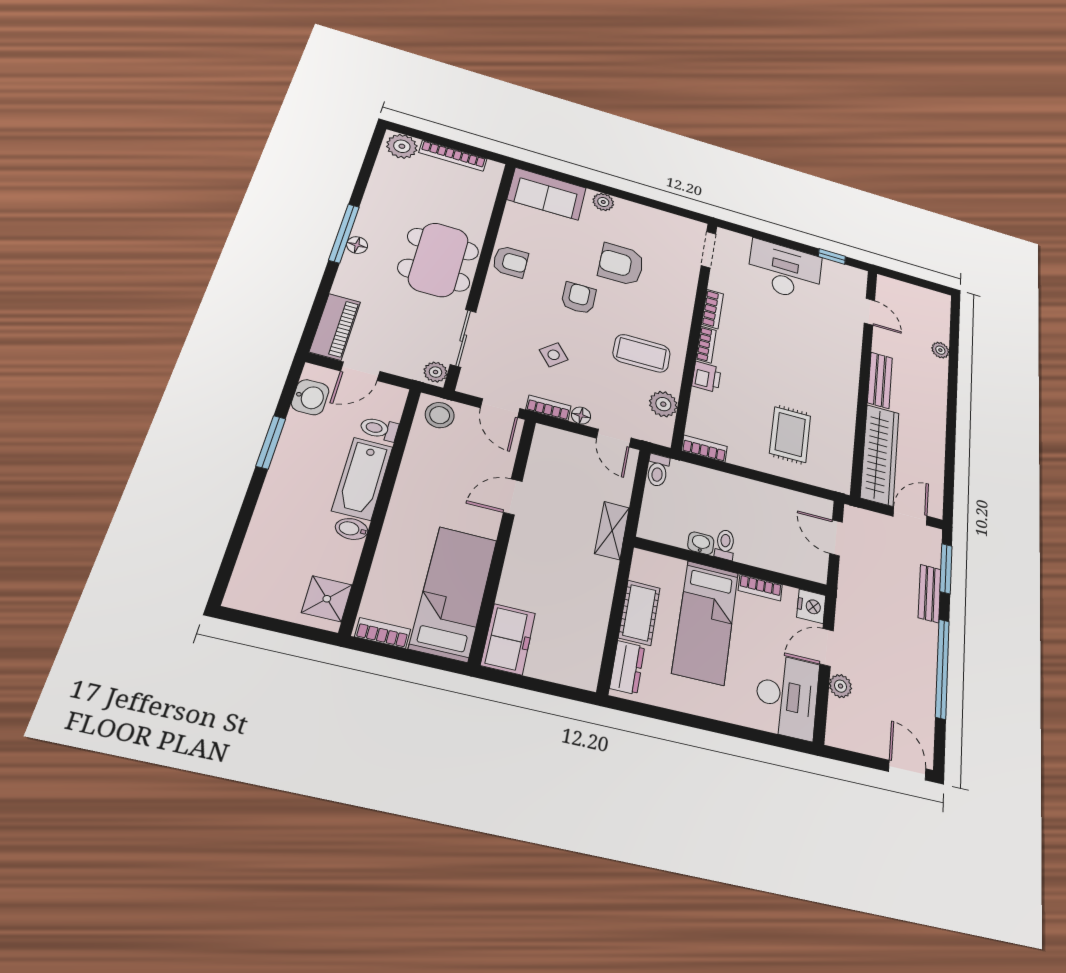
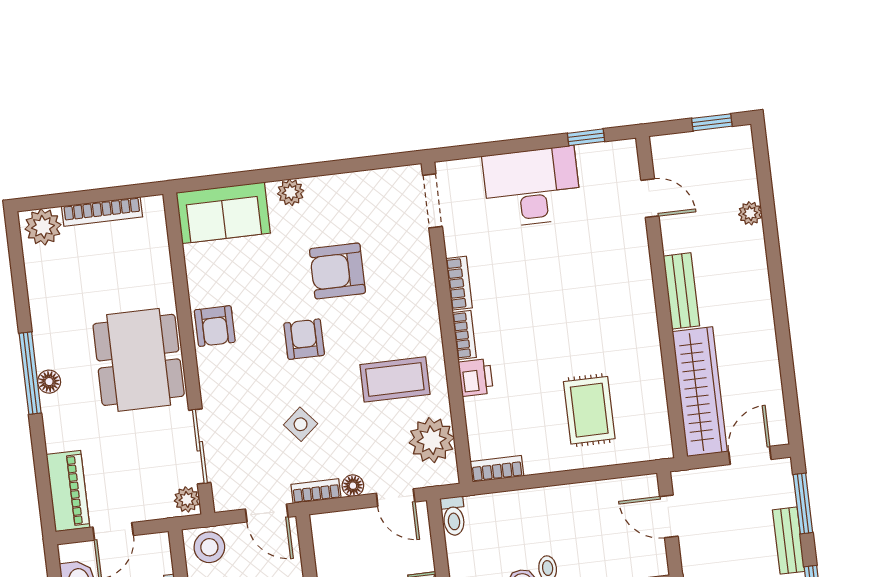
armchair: (510, 262) -> (215, 326), turned 90
window: (924, 283) -> (712, 122), added
plant: (663, 404) -> (432, 440), width x1.36, depth x1.36

